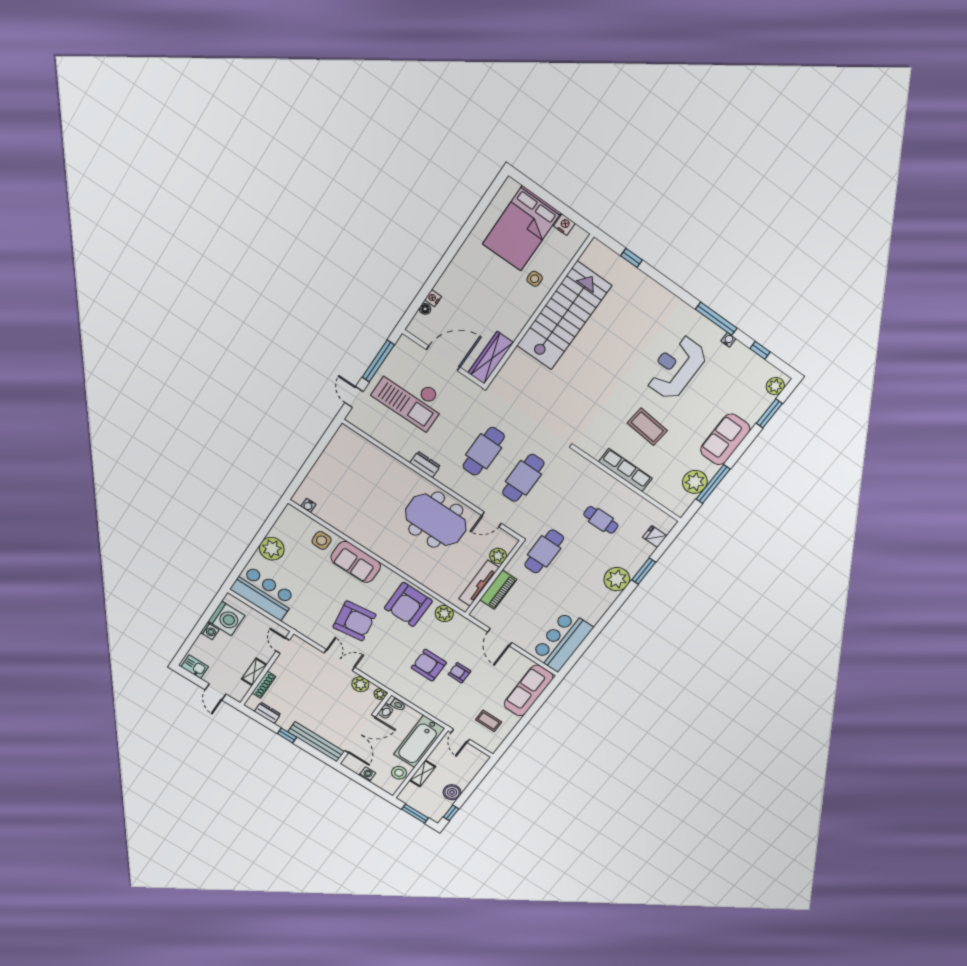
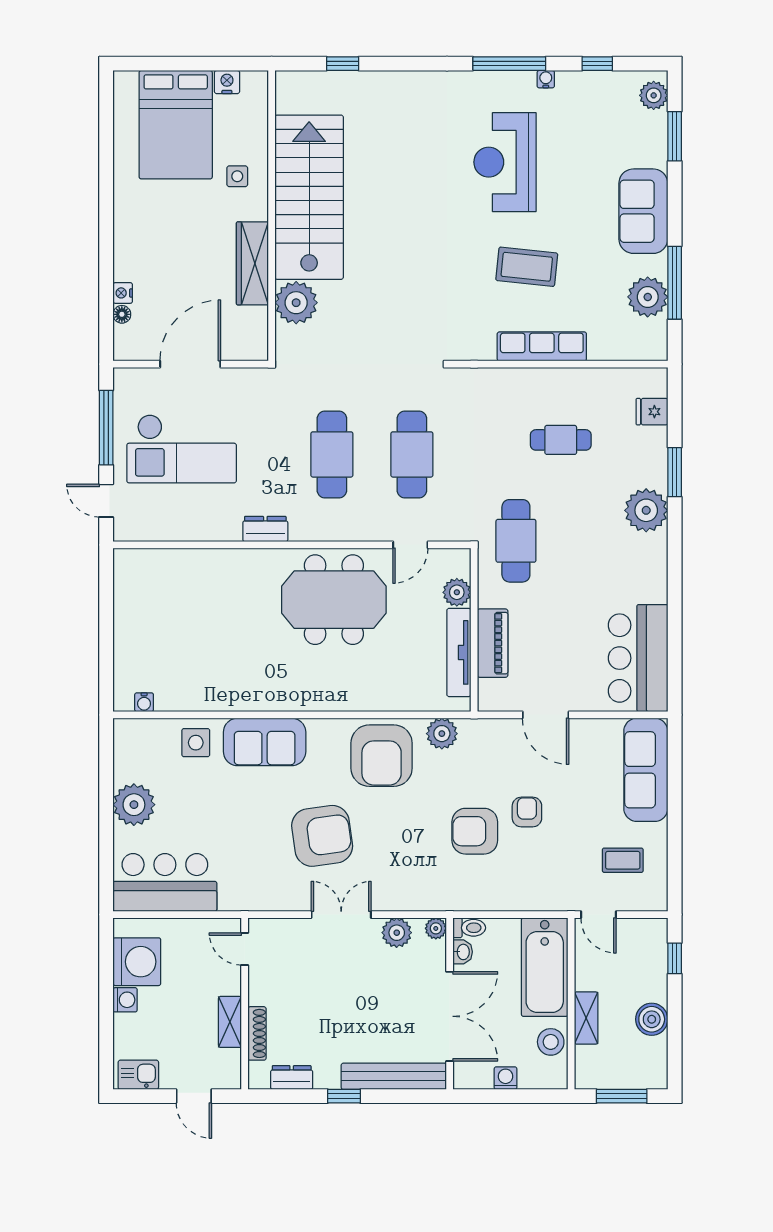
wardrobe: (491, 358) -> (252, 263), moved
plant: (519, 365) -> (296, 303), added
armchair: (459, 673) -> (527, 812), turned 90
window: (451, 813) -> (675, 958), moved

